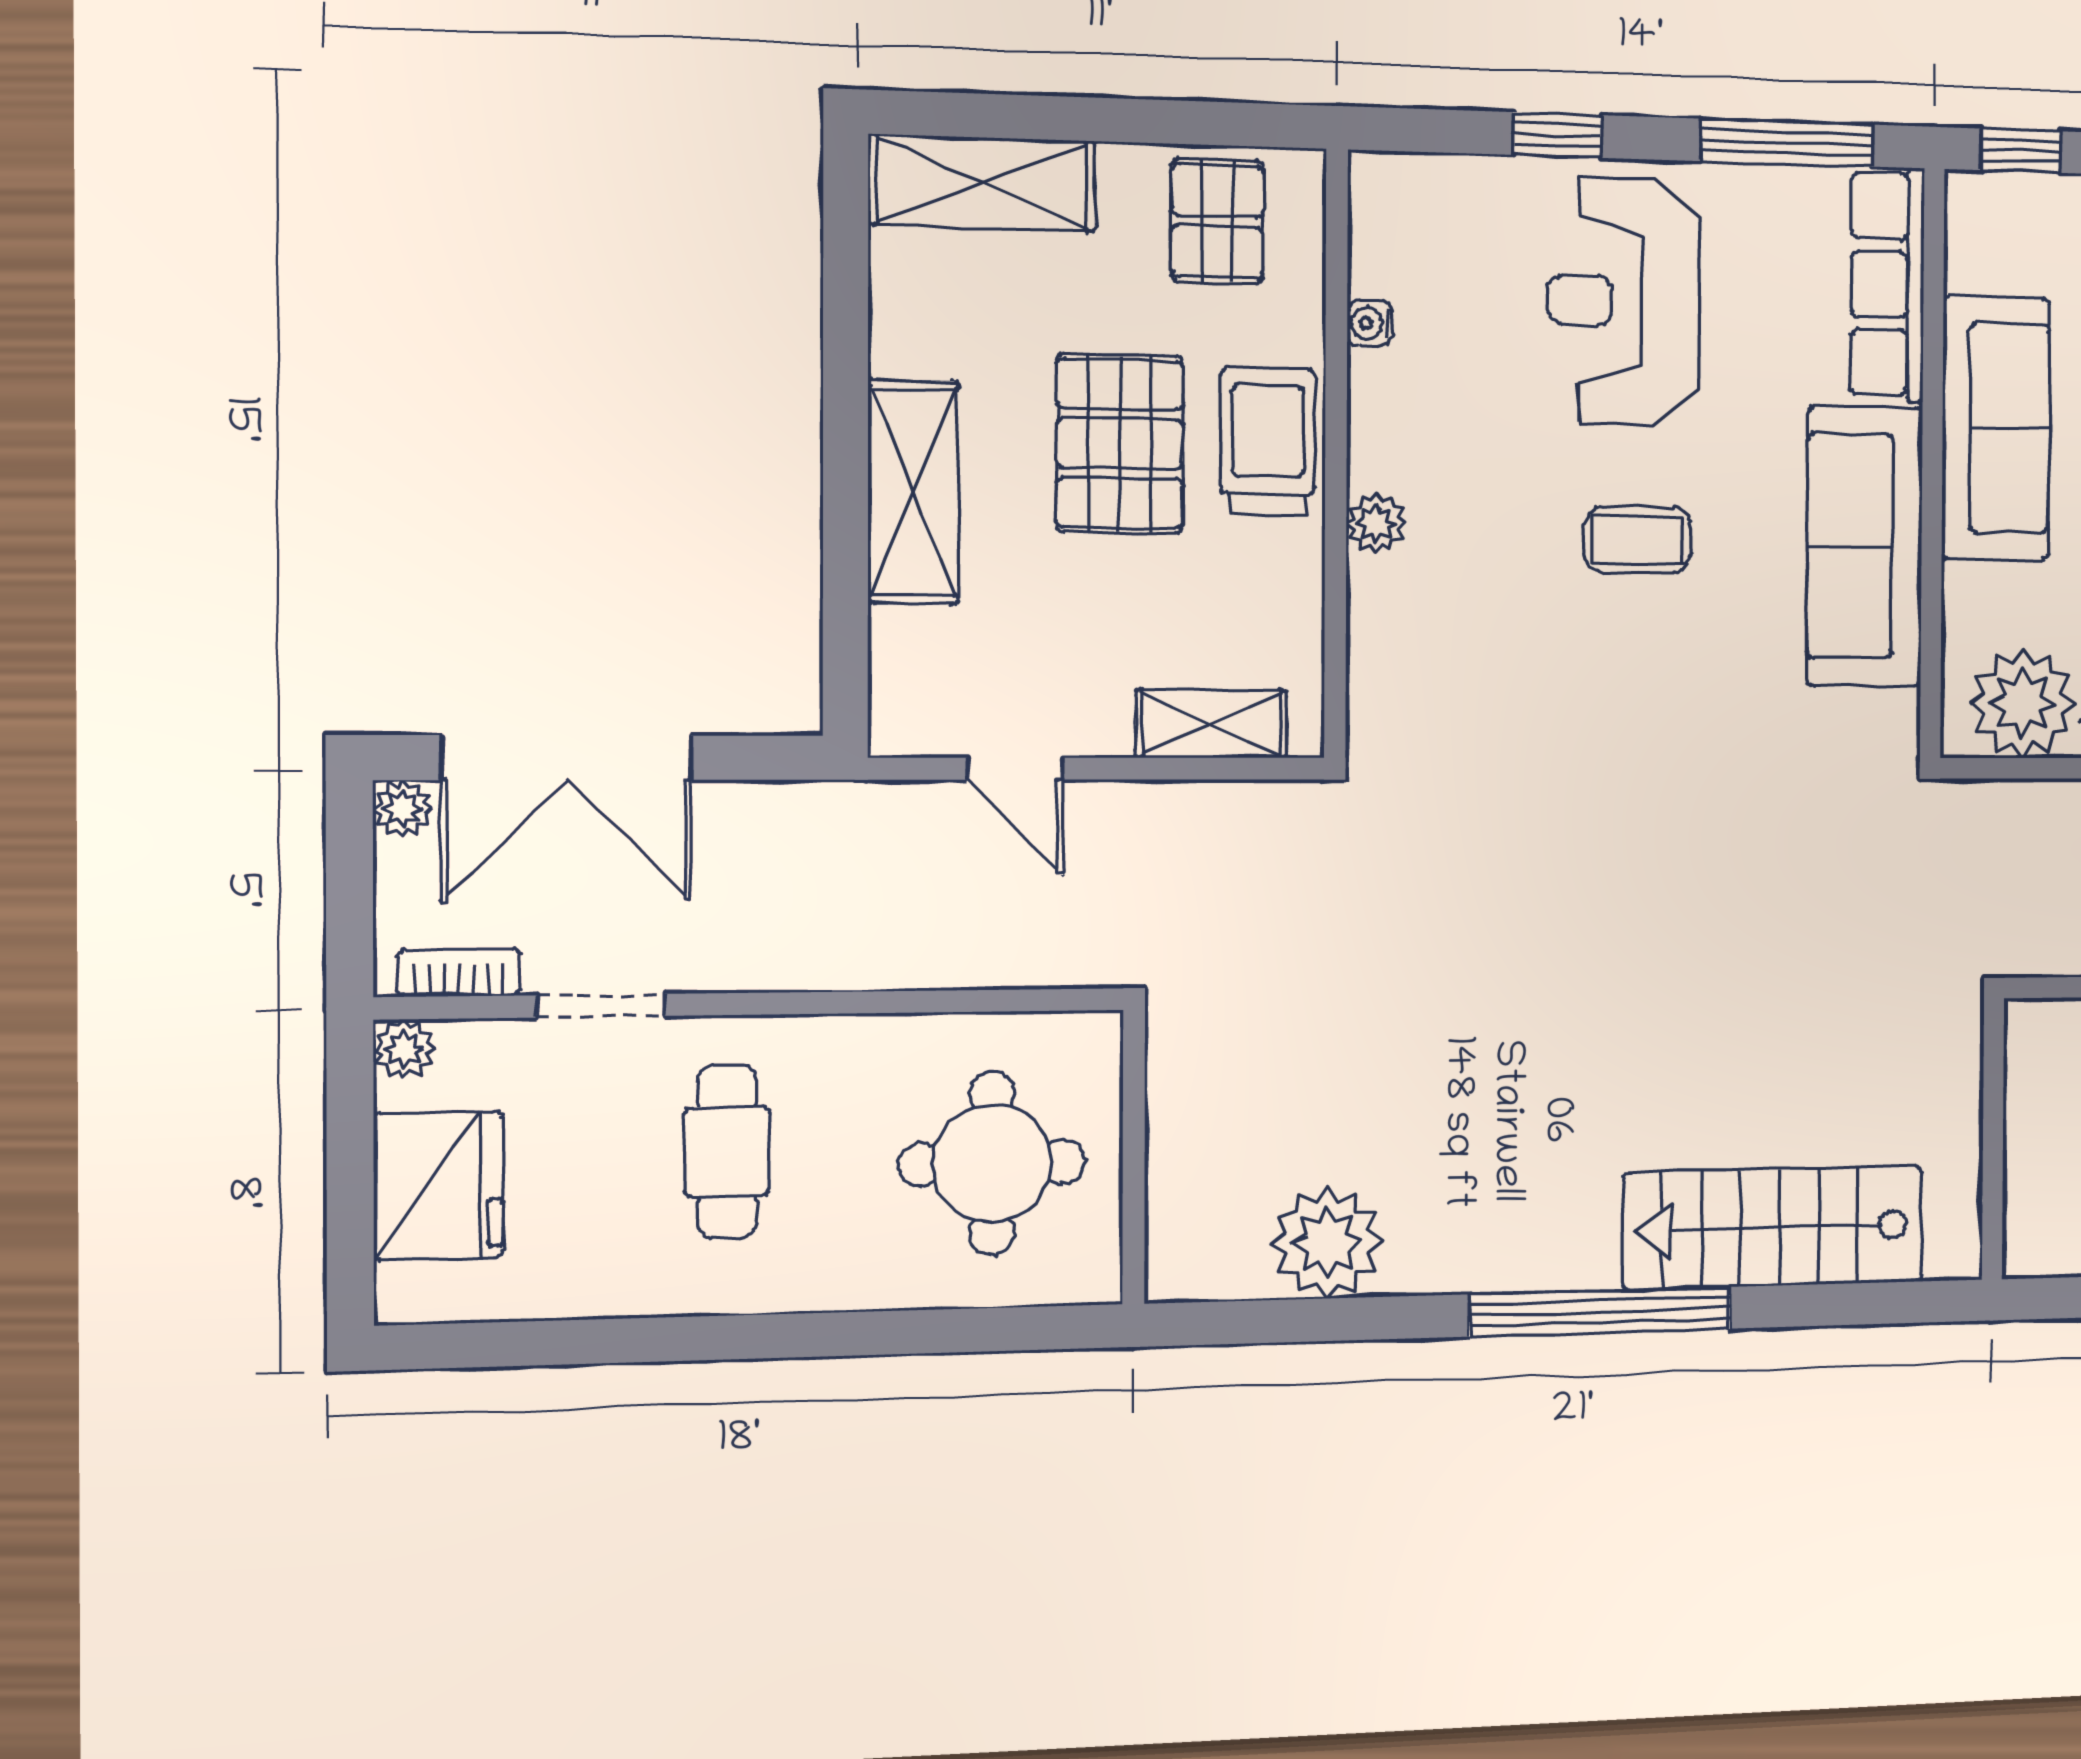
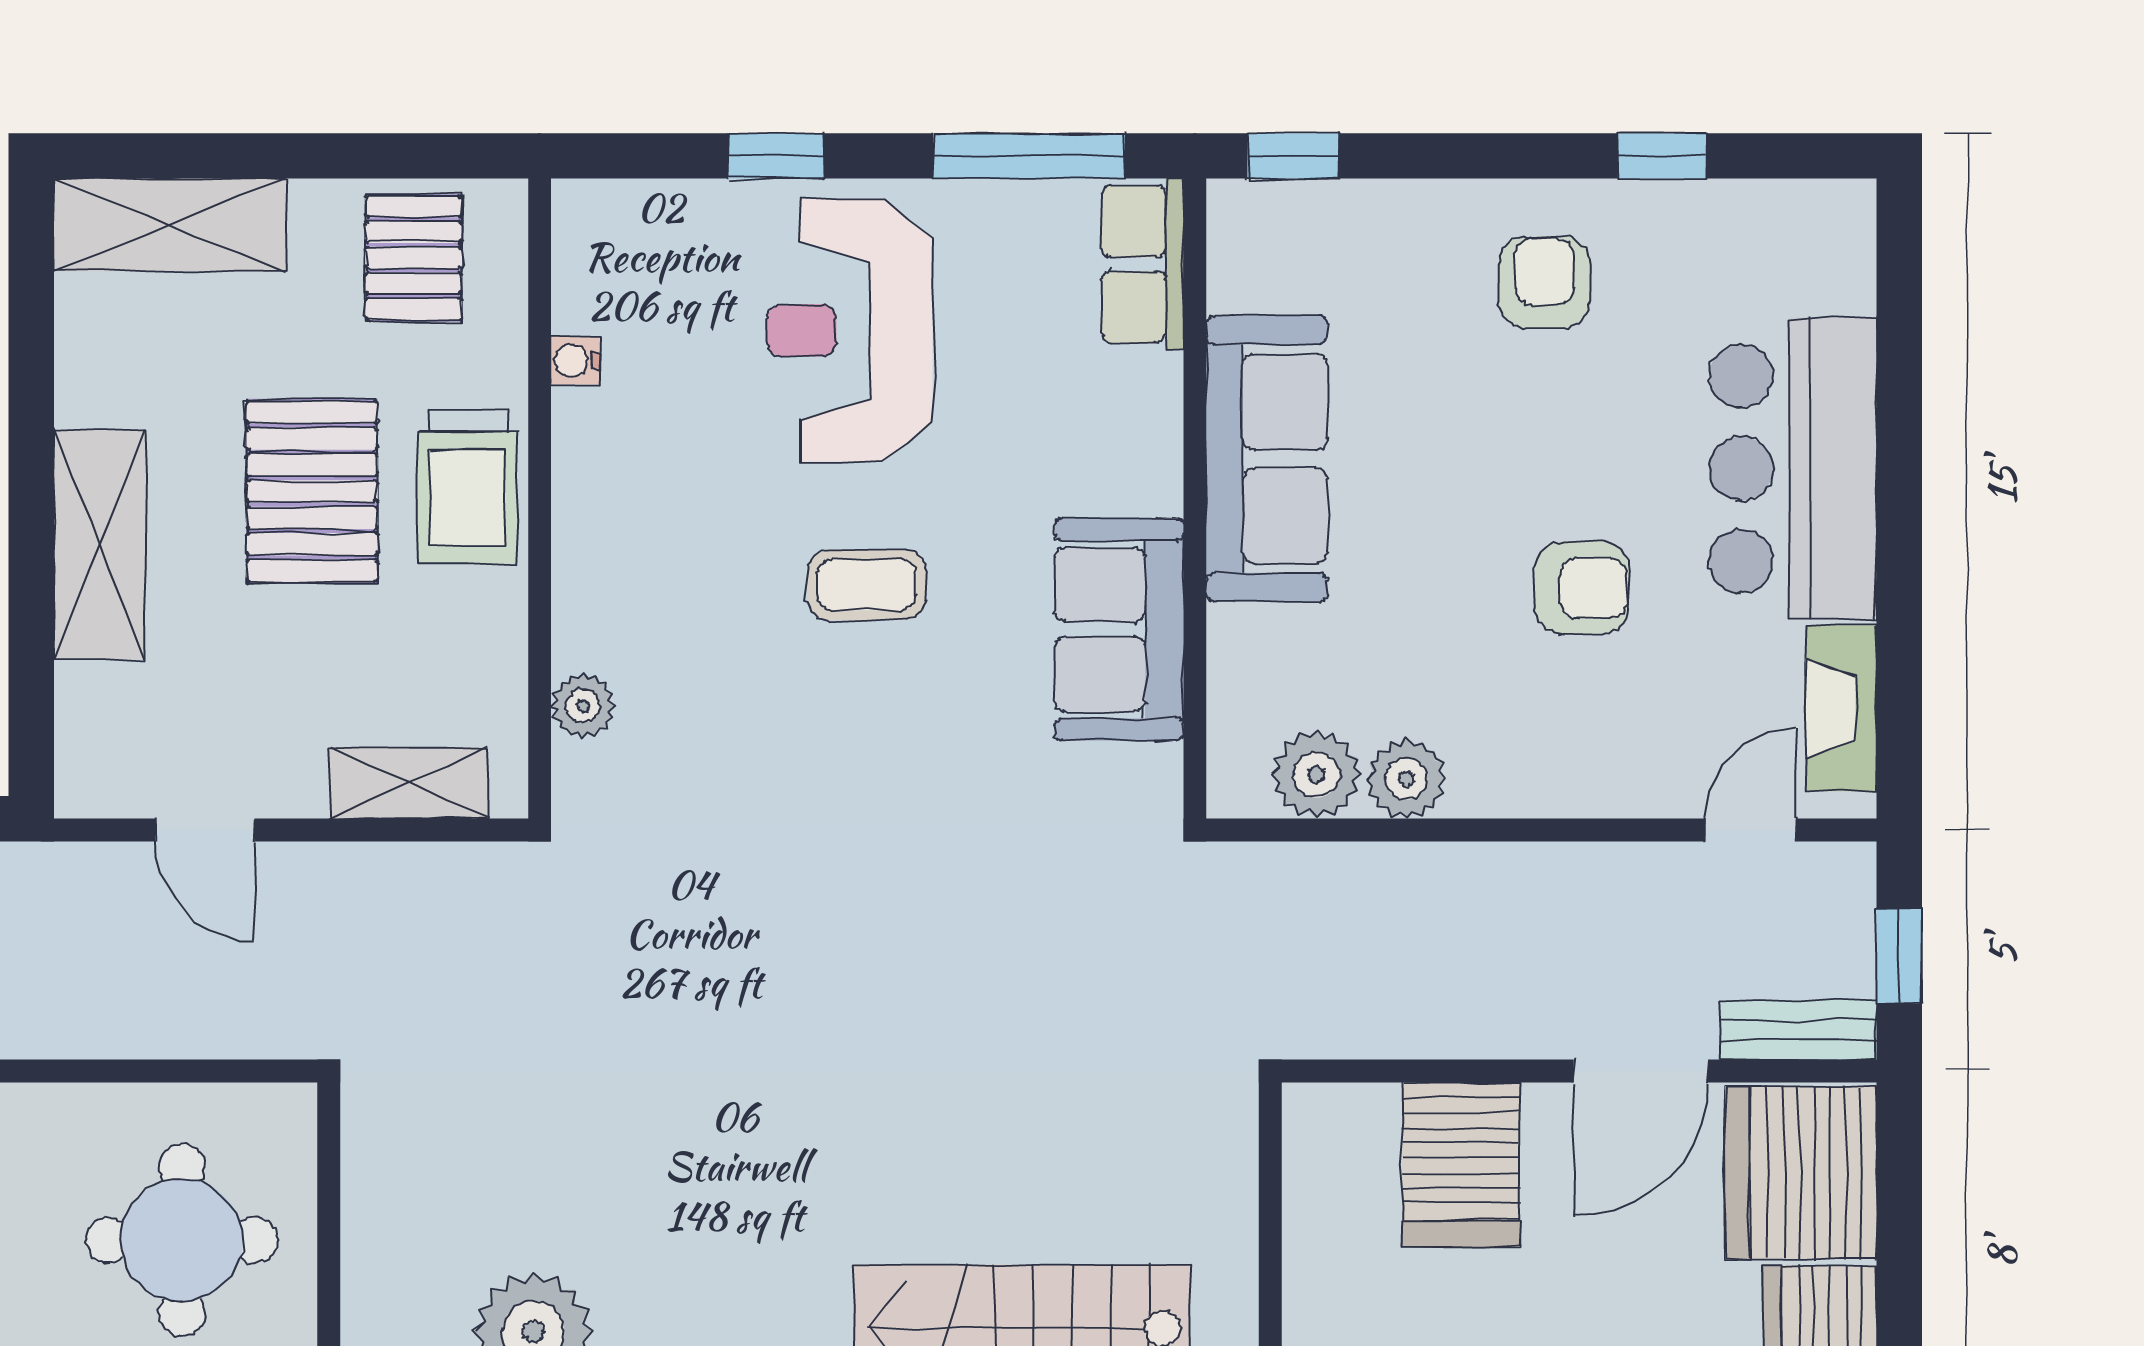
row of seats: (1887, 284) -> (1143, 264), width x0.68
trolley: (1268, 441) -> (468, 487), turned 180
plant: (1376, 524) -> (583, 706), moved
sofa: (1865, 547) -> (1119, 629), width x0.73
plant: (2023, 703) -> (1316, 775), width x0.73, depth x0.73

